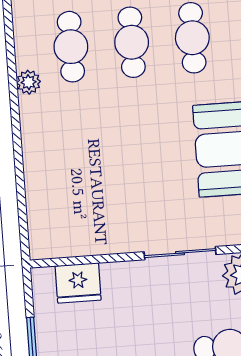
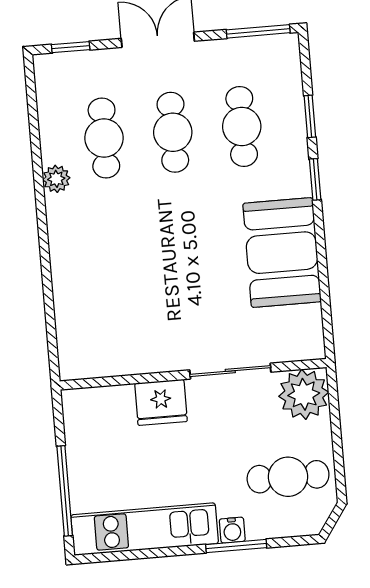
fridge: (78, 283) -> (161, 402), moved

